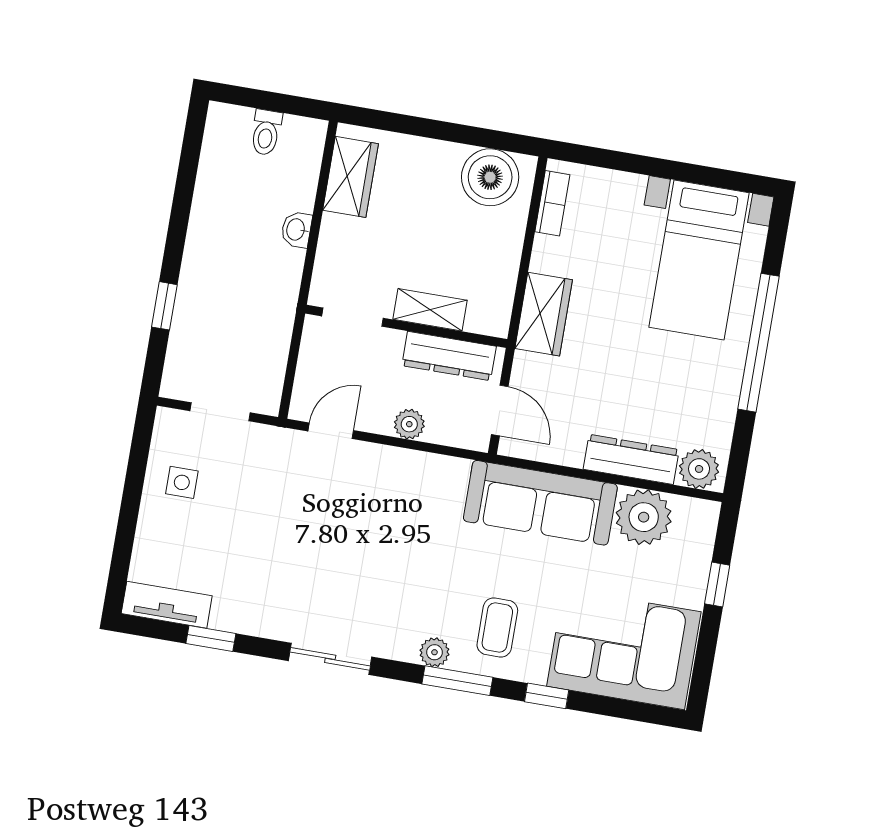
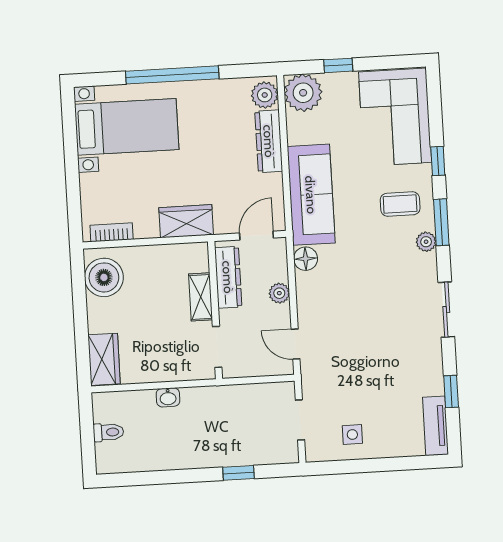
wardrobe: (350, 177) -> (104, 359), moved, turned 90
floor lamp: (450, 473) -> (306, 259), added
plant: (644, 517) -> (303, 93), moved

